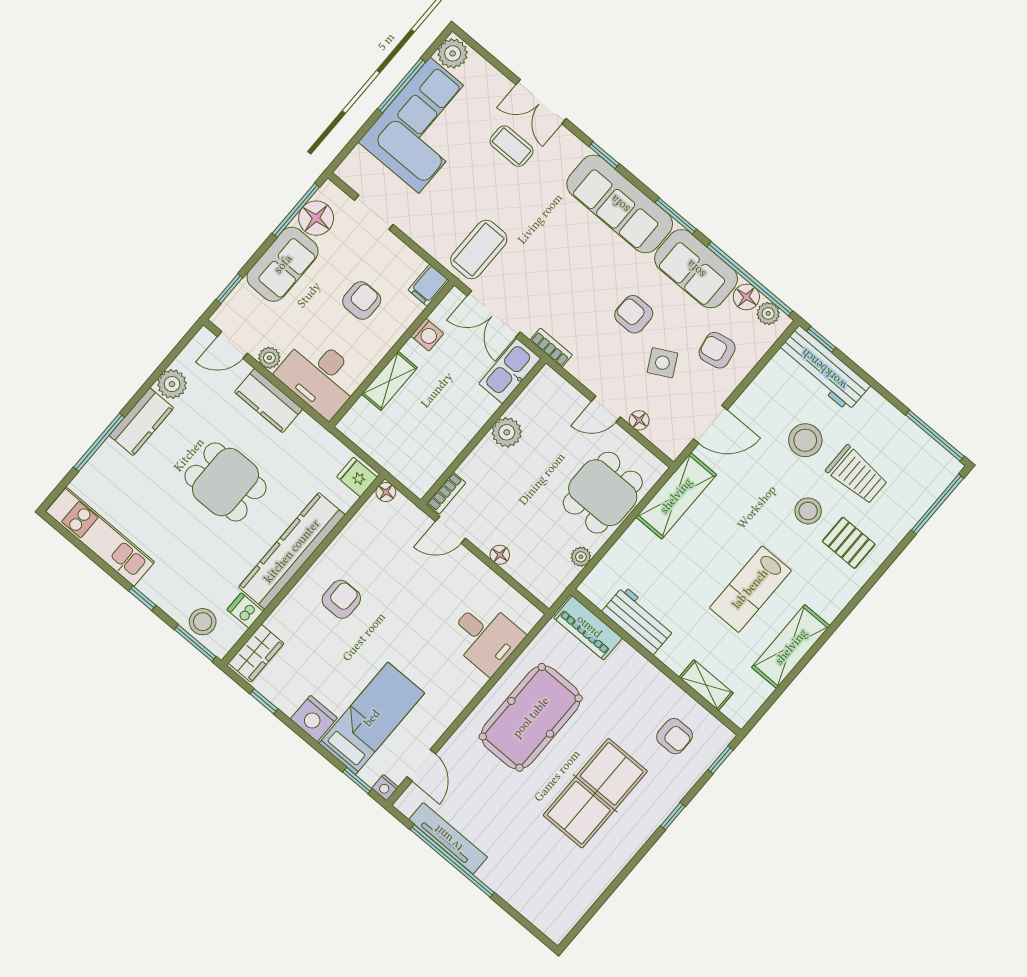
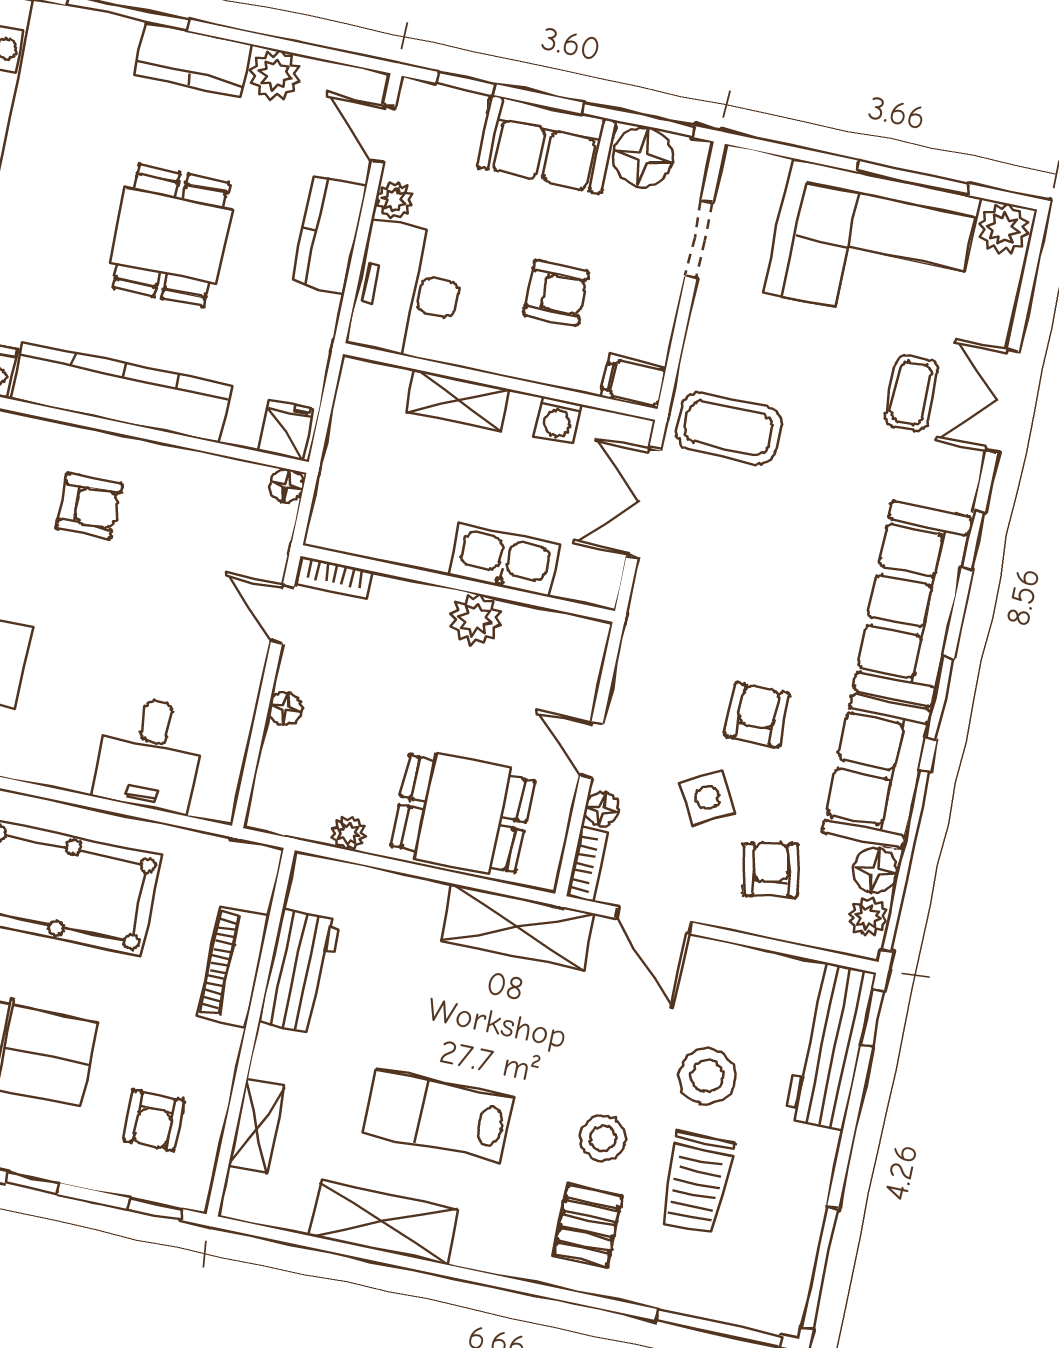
bookcase: (551, 348) -> (588, 864), moved
kitchen sink: (510, 371) -> (504, 560), moved
piano: (588, 628) -> (233, 967), moved

